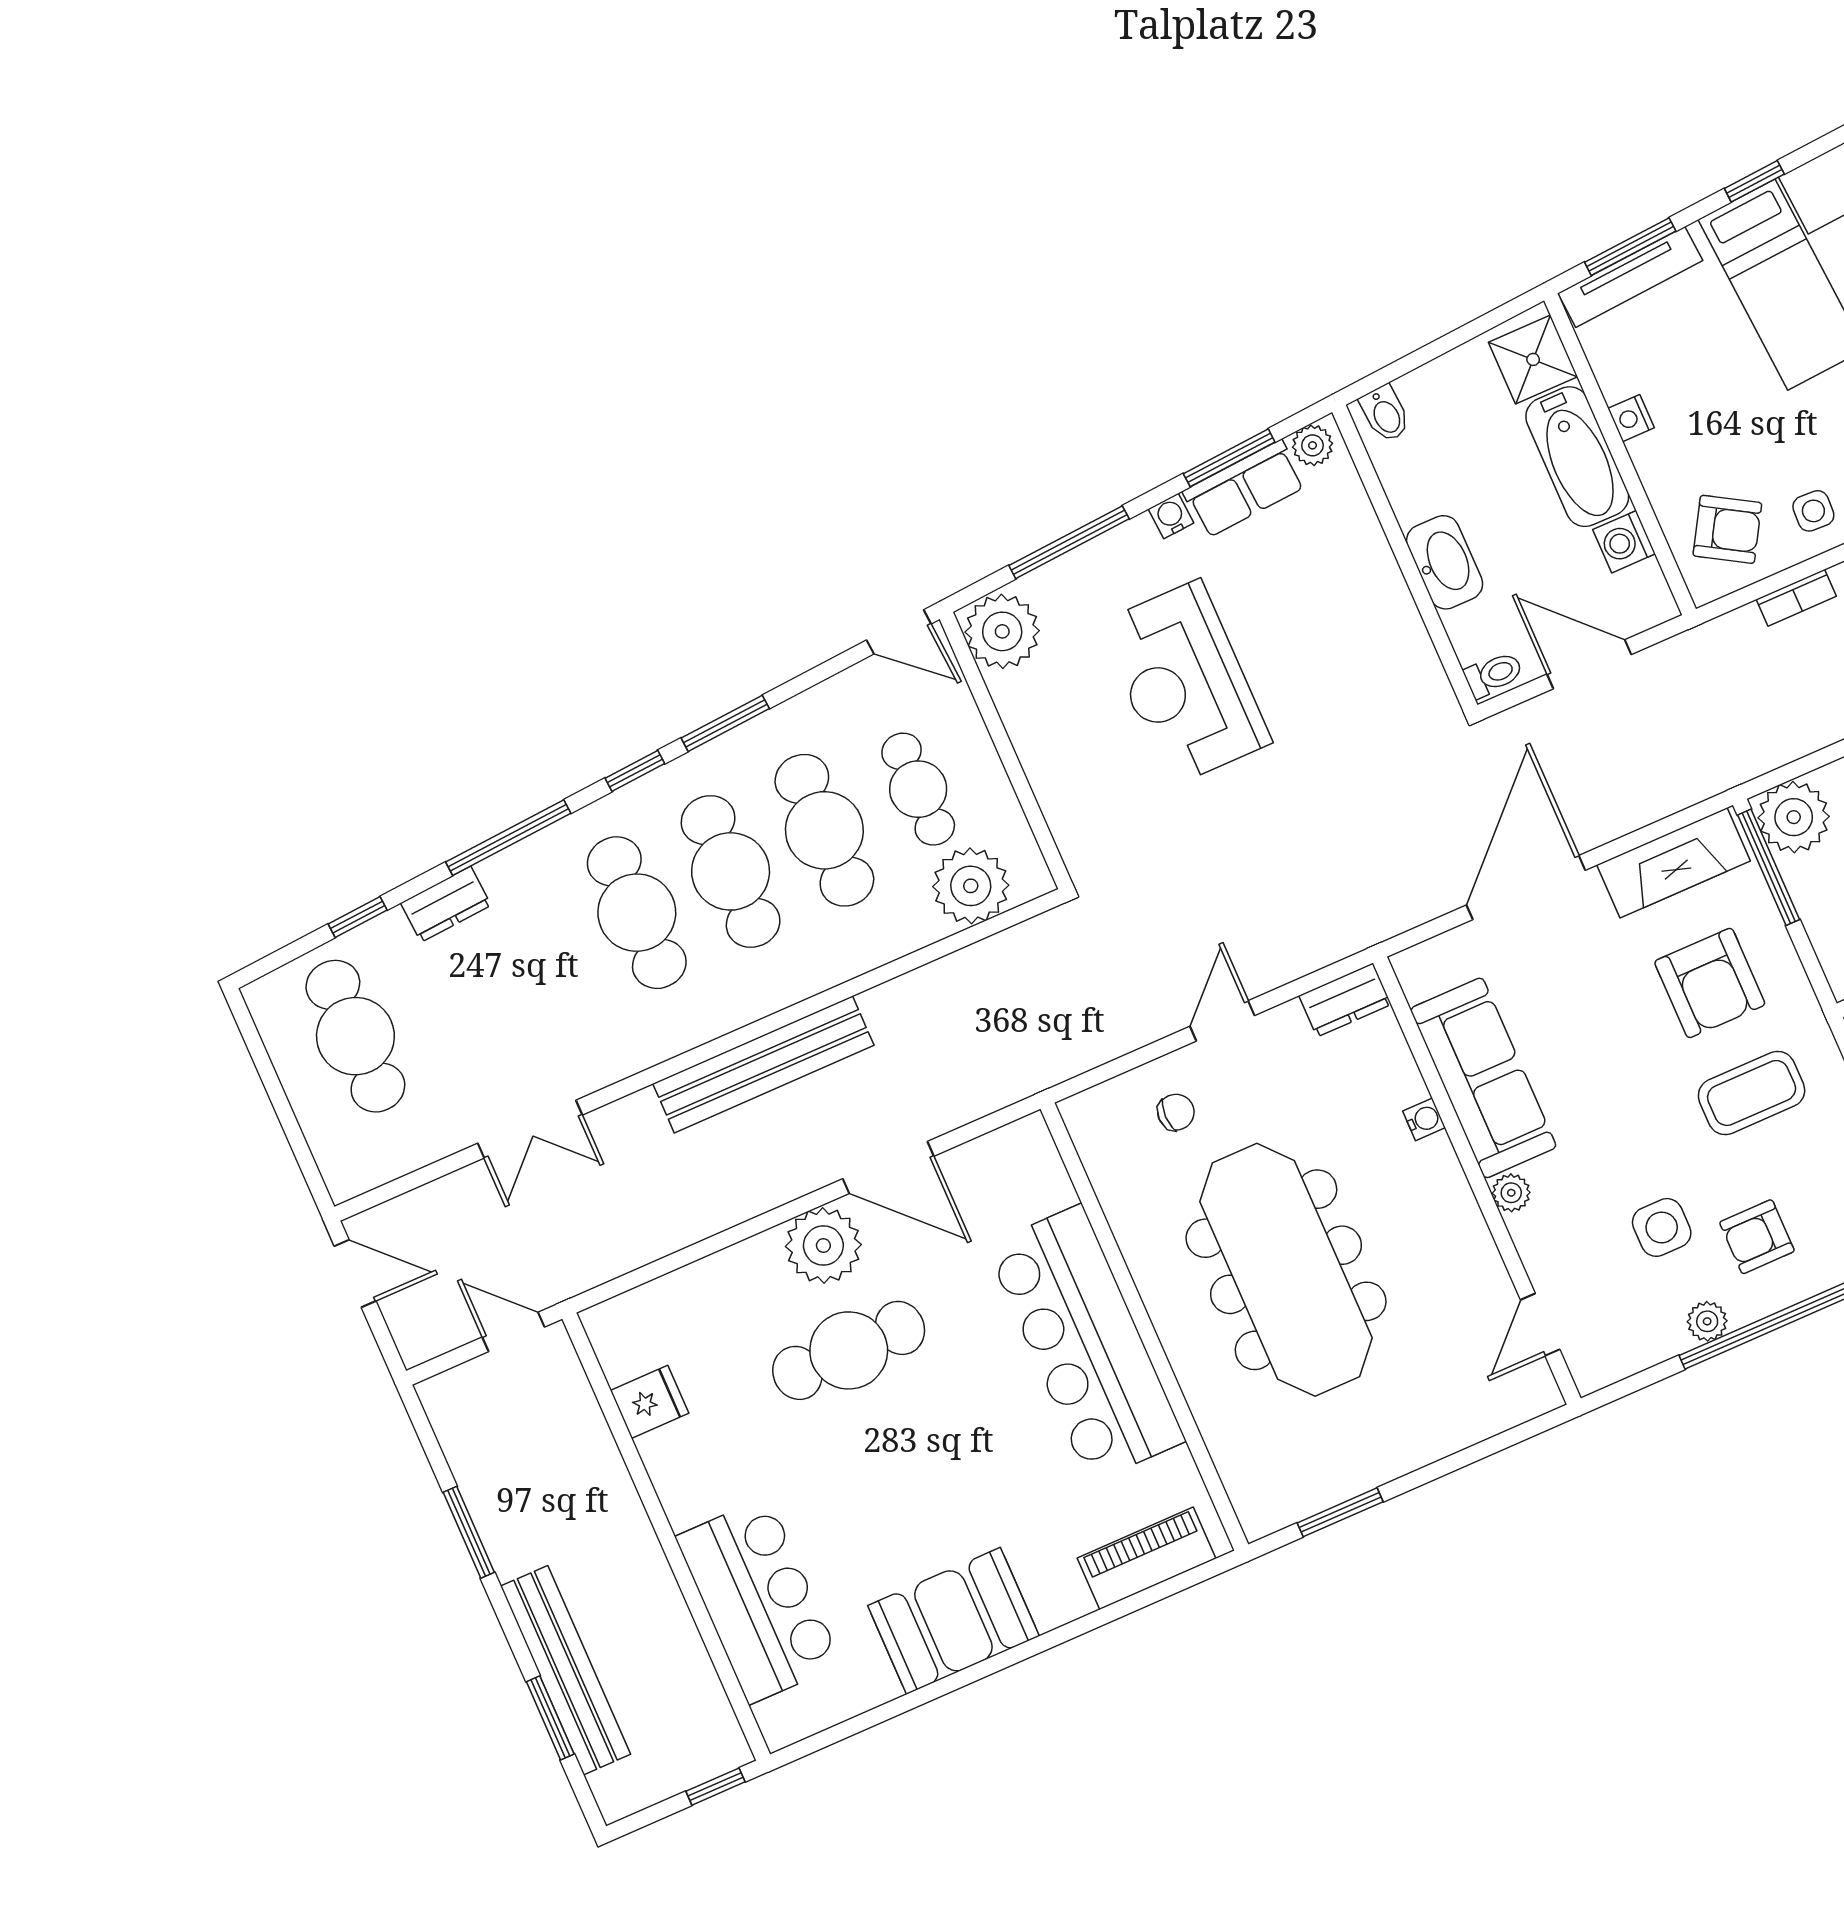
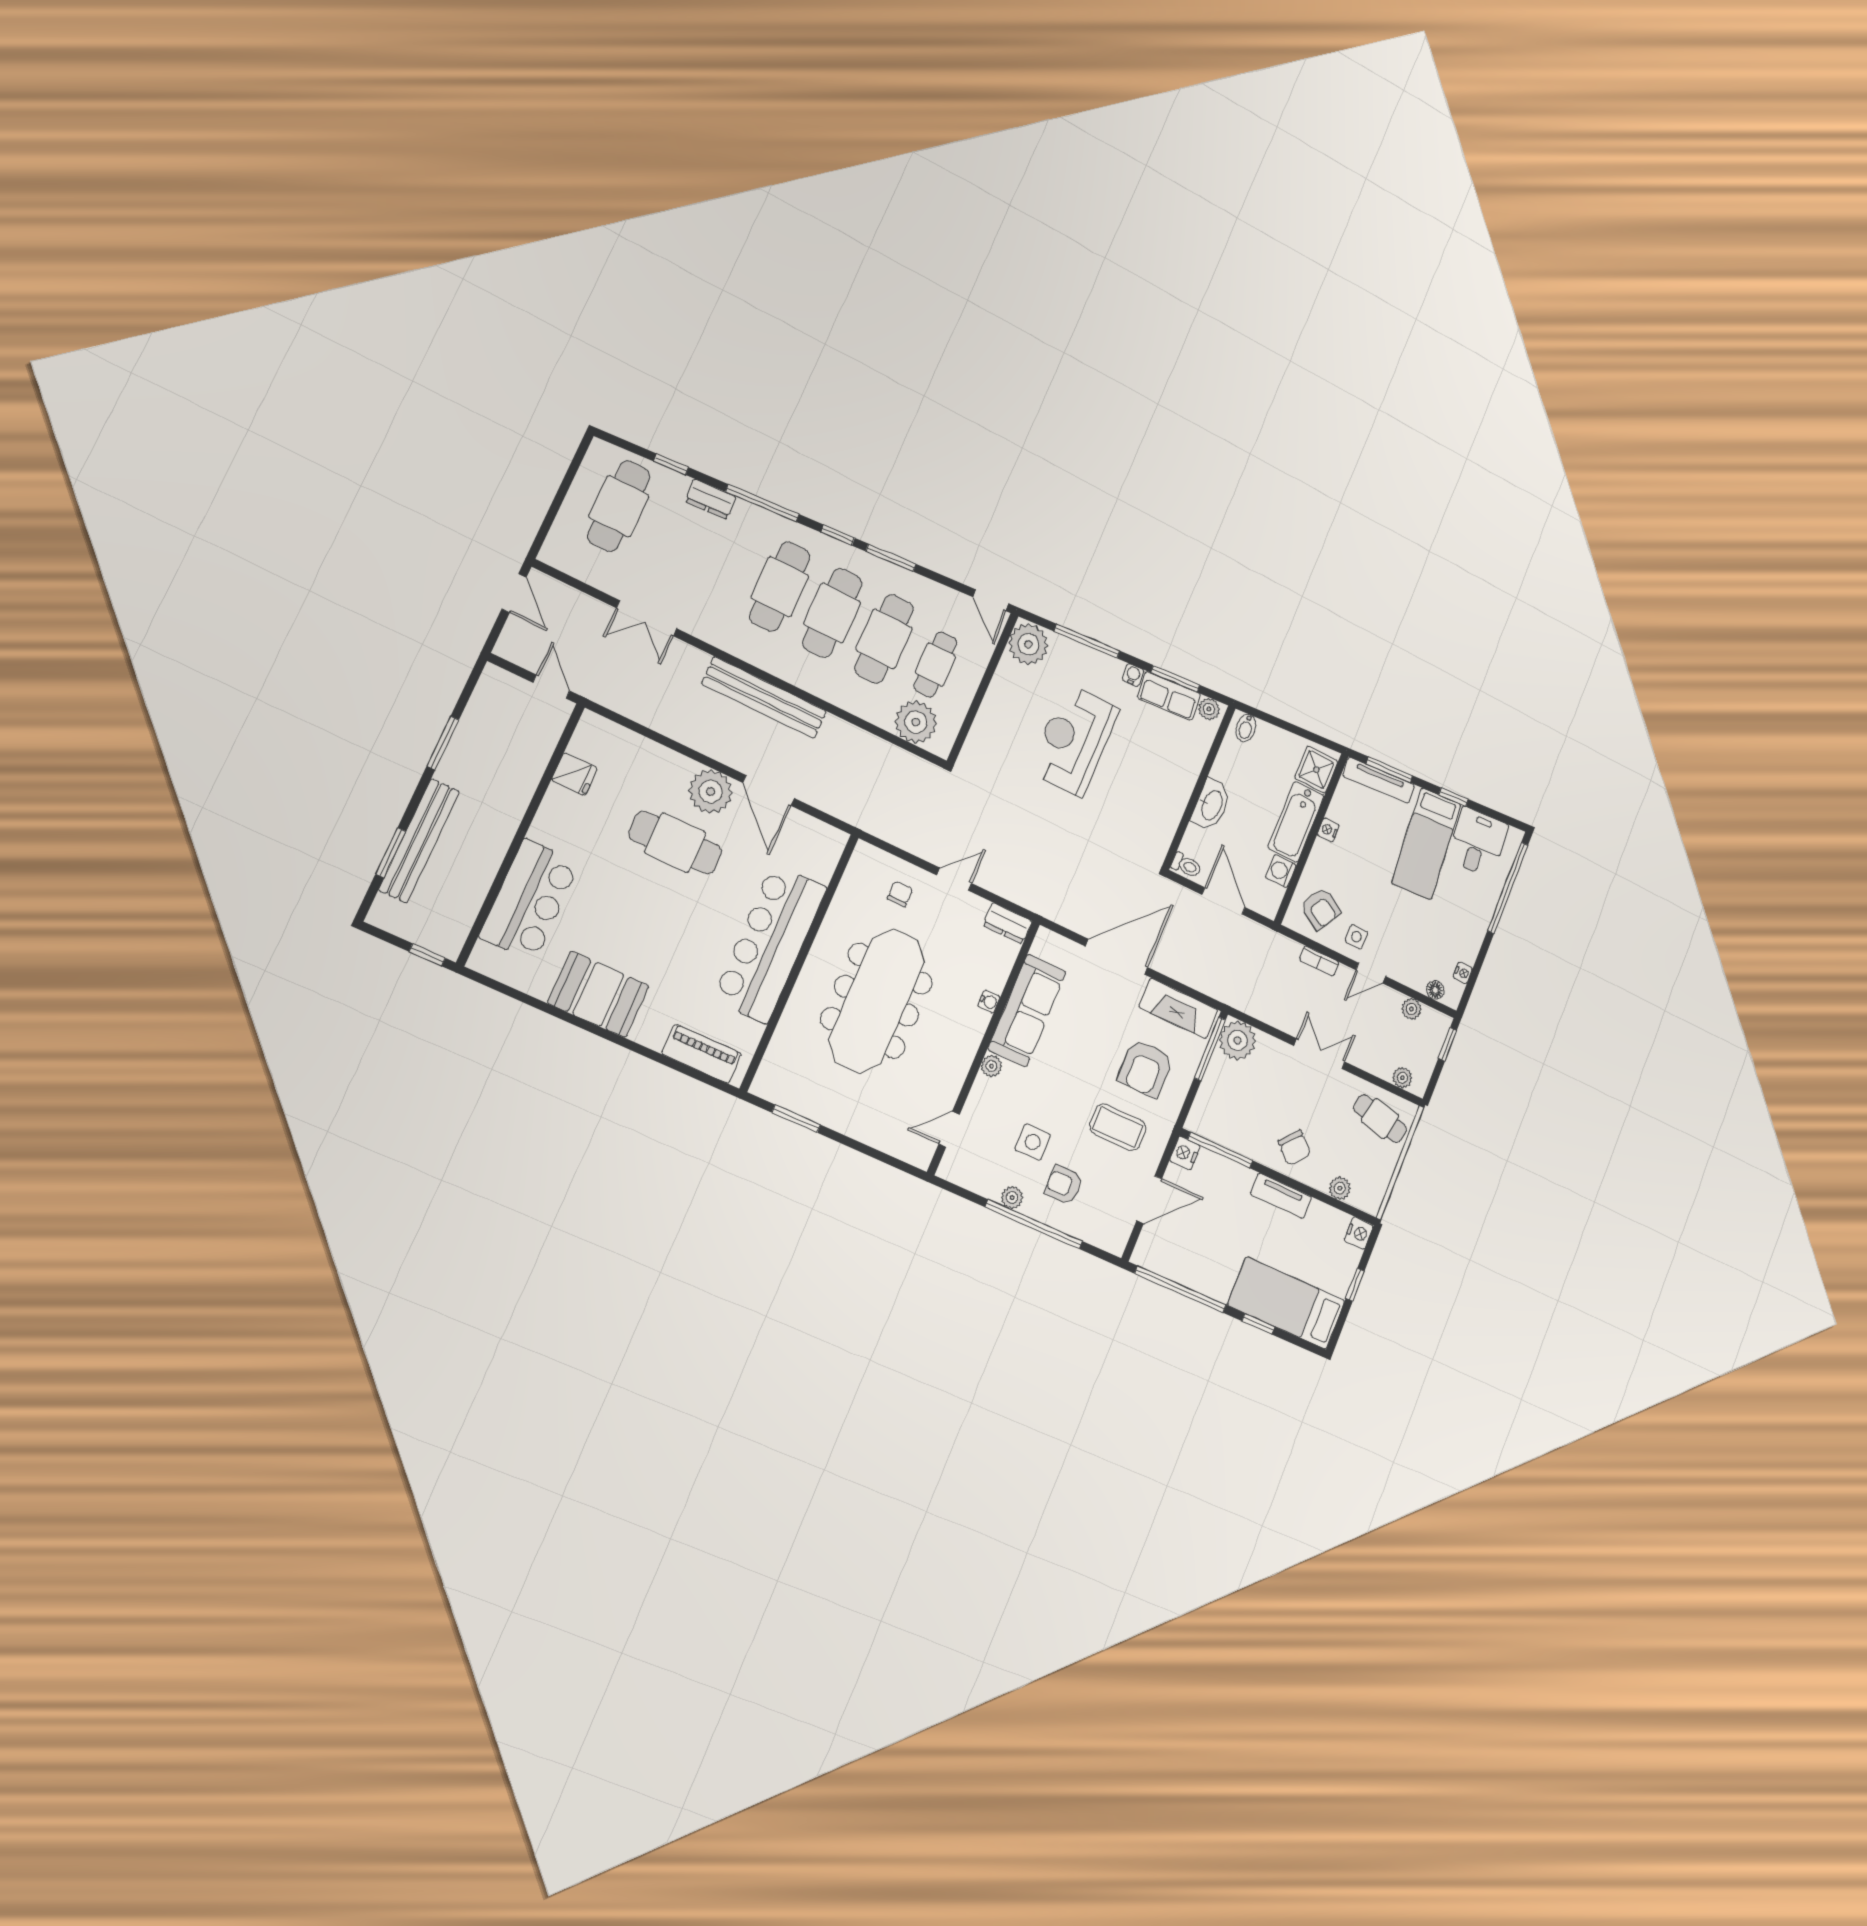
chair: (1176, 1112) -> (900, 894), turned -90

